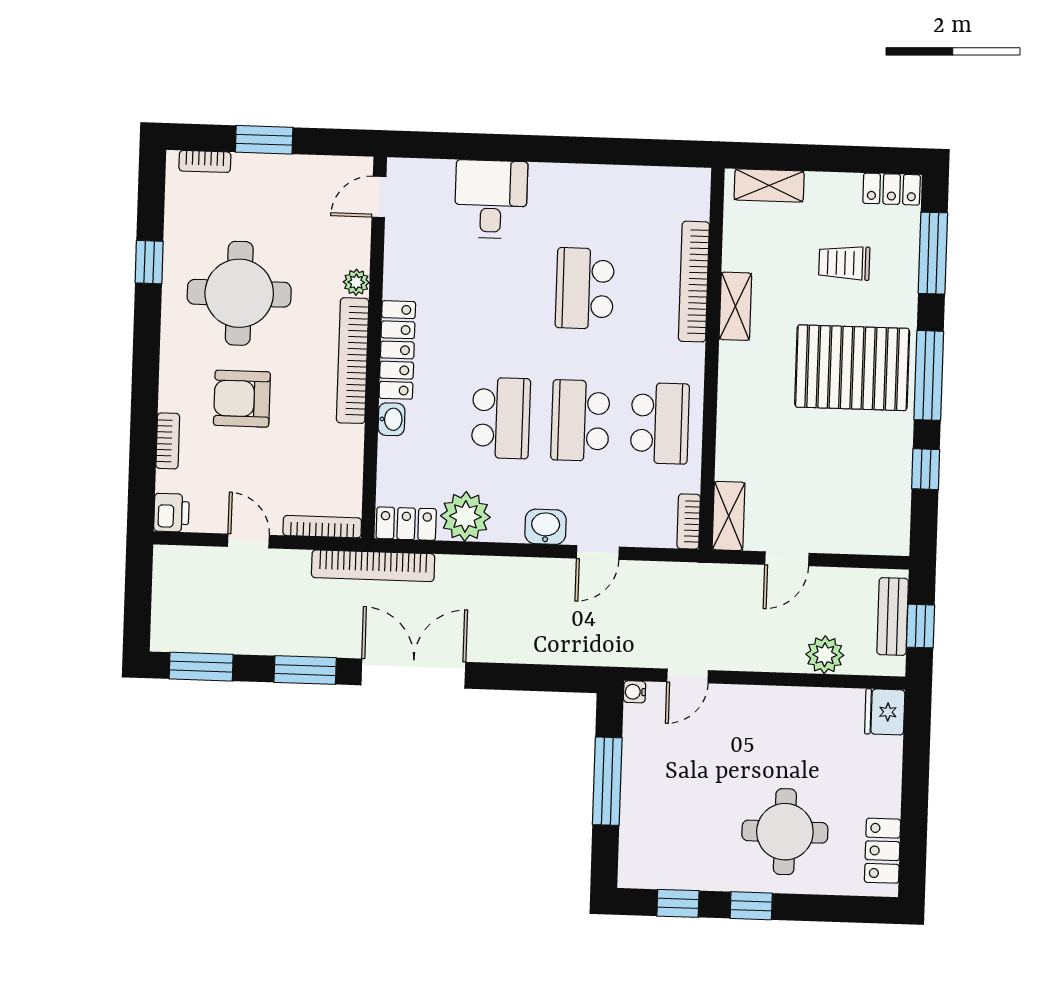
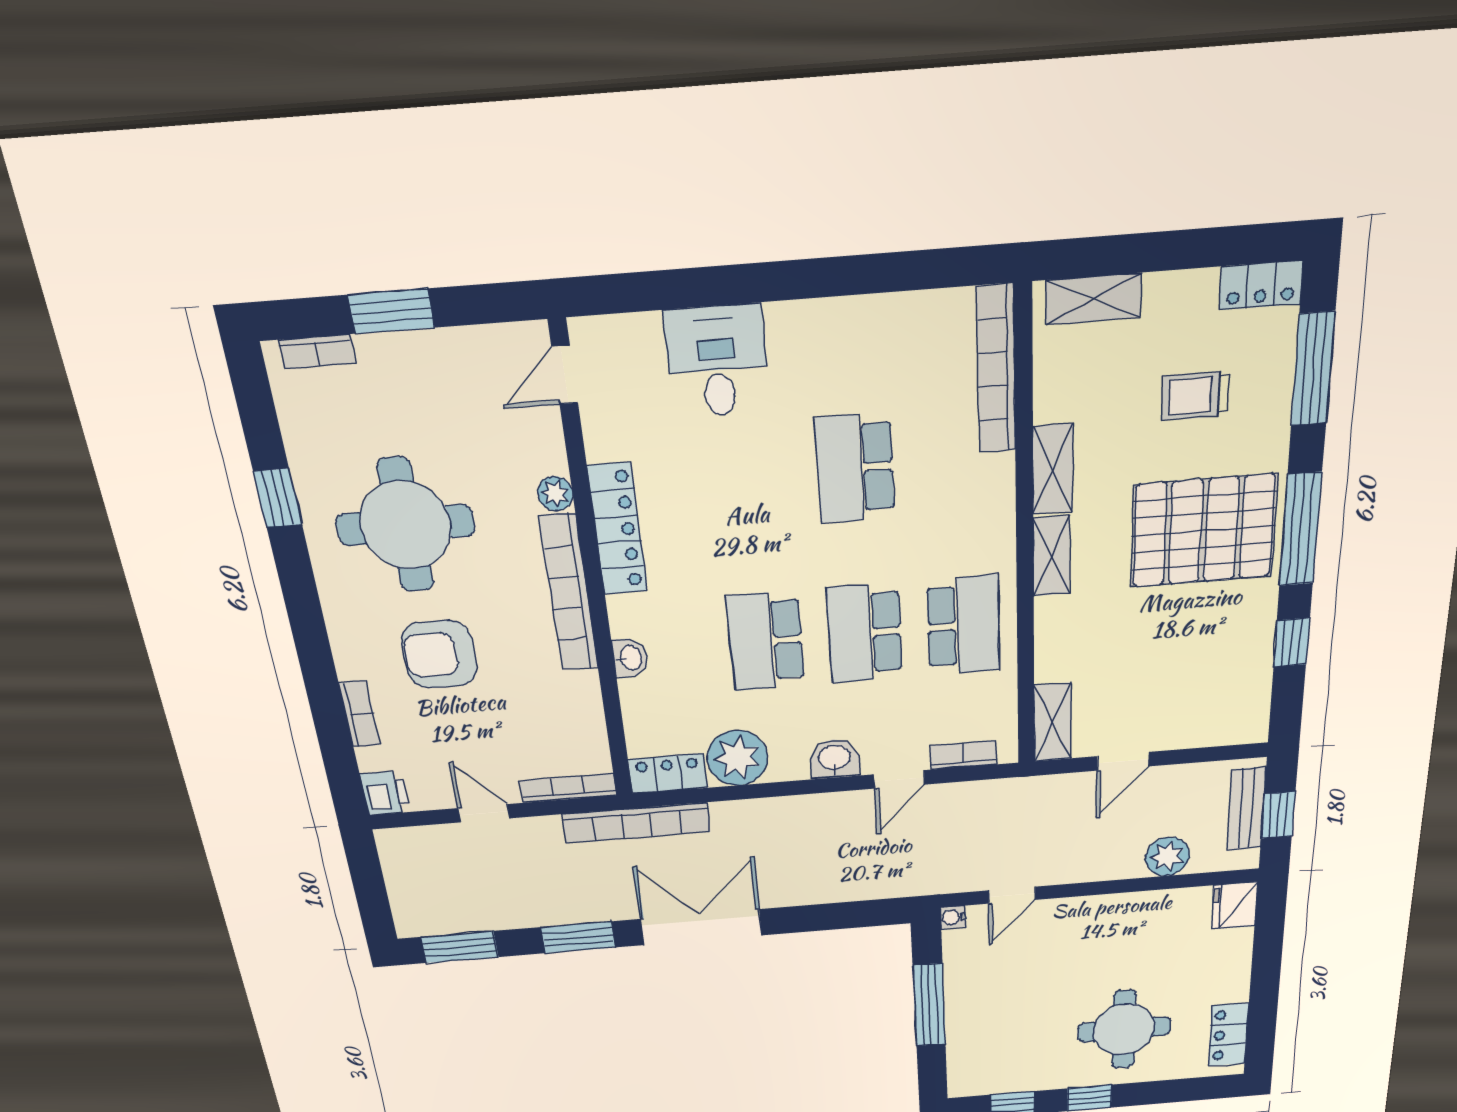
bookcase: (694, 282) -> (996, 369), moved
locker: (397, 350) -> (617, 529), moved
shelving: (732, 374) -> (1051, 556), added
school desk: (501, 418) -> (766, 641), turned 180
bookcase: (689, 521) -> (964, 755), moved, turned 90

